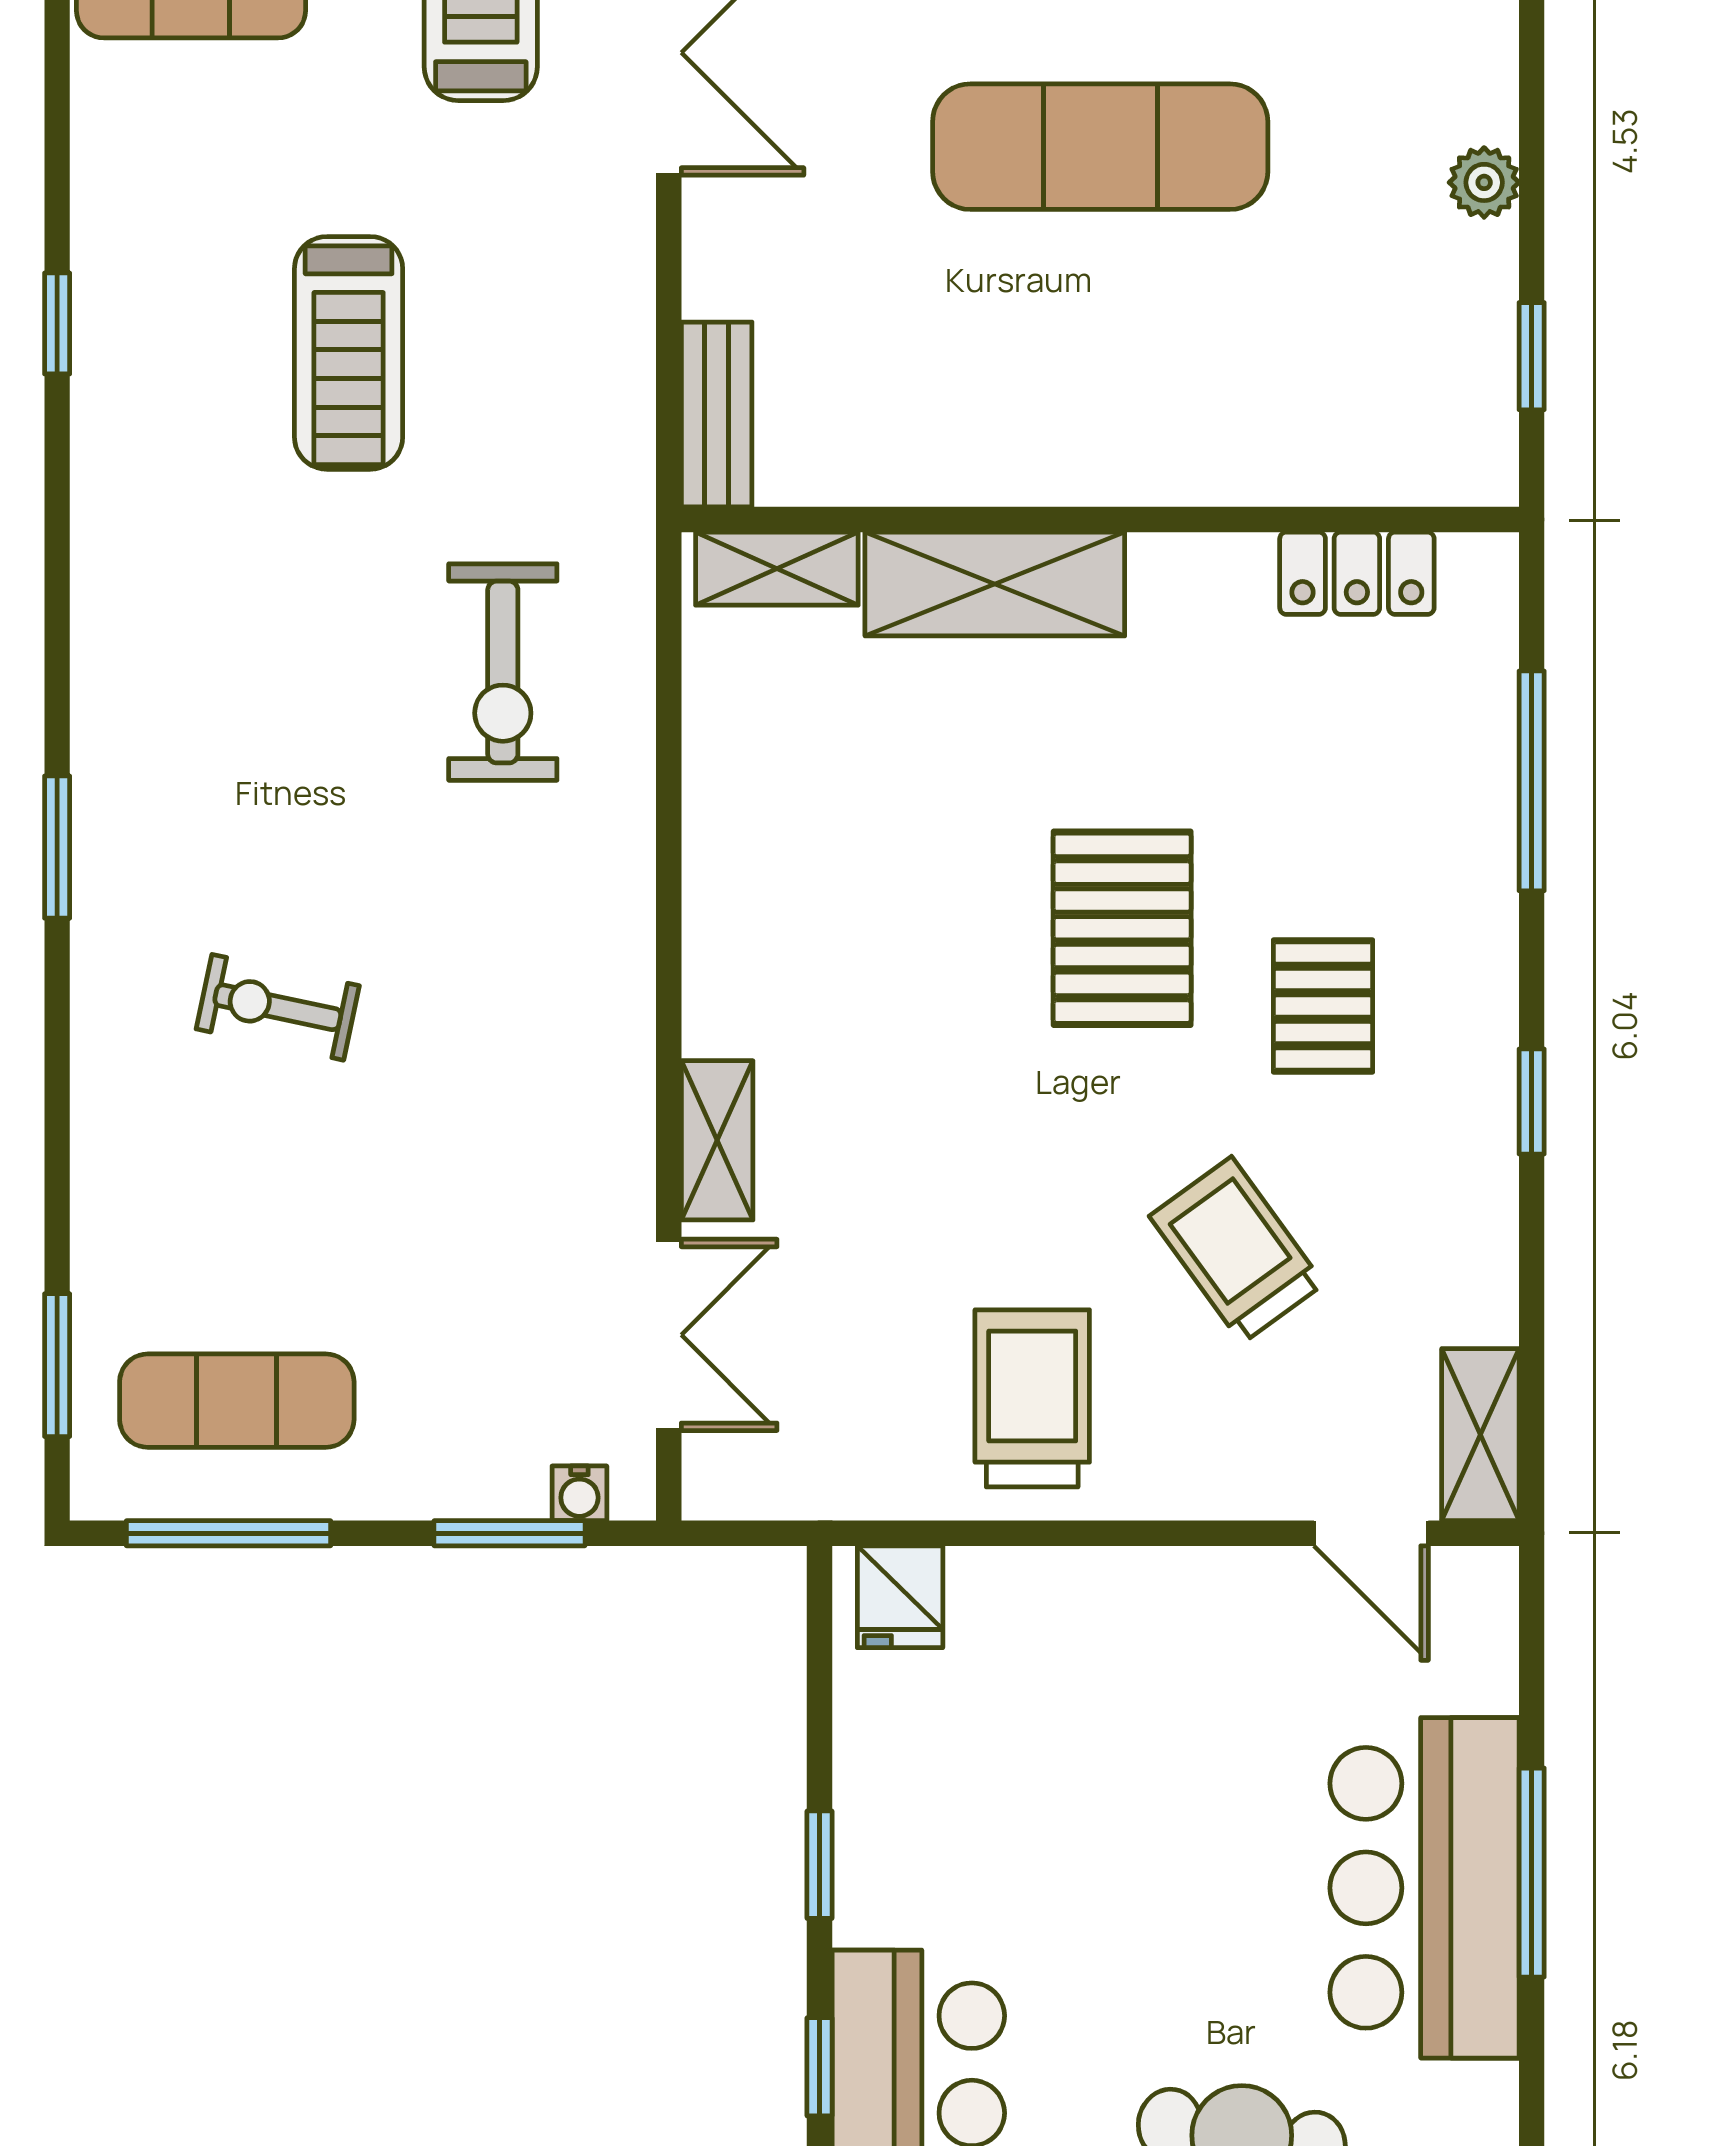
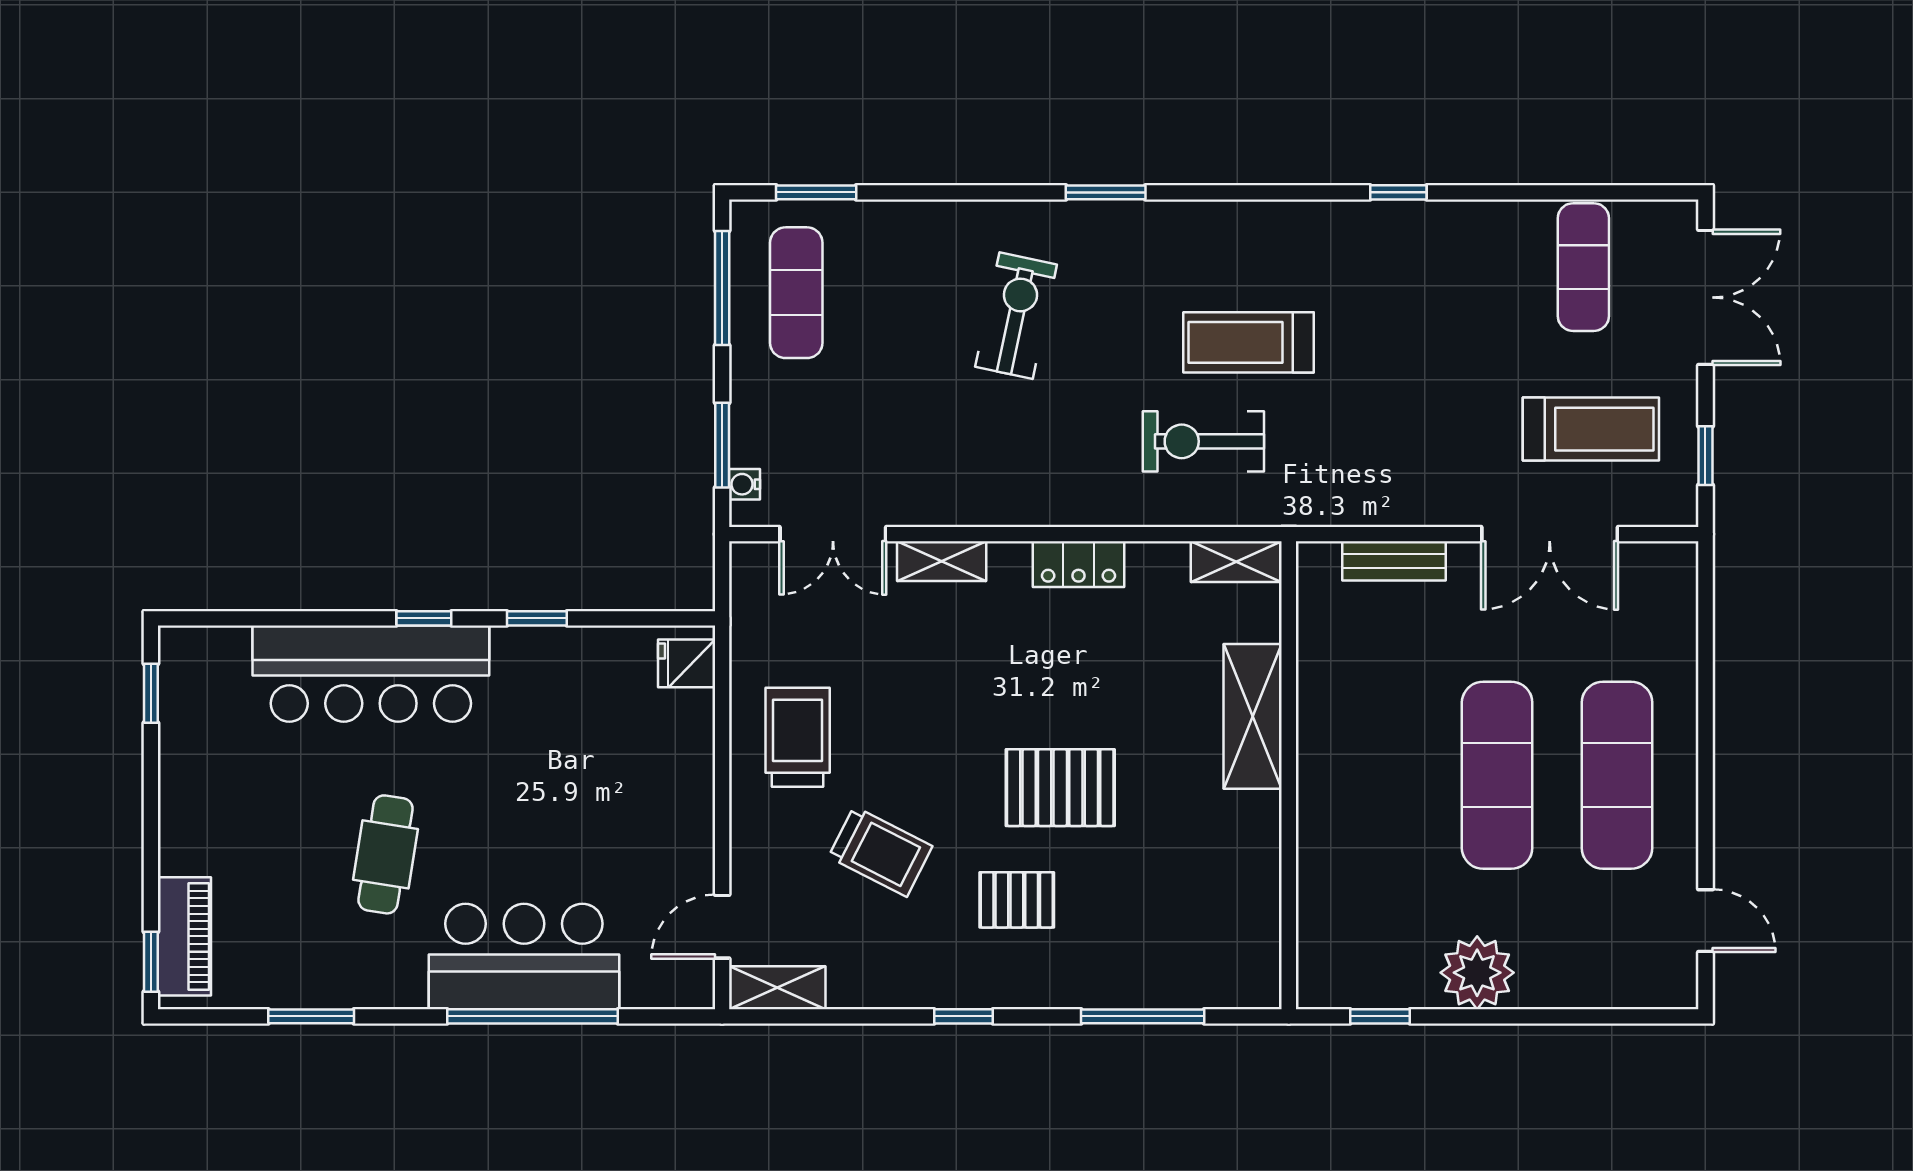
plant: (1484, 182) -> (1477, 973), width x1.88, depth x1.88
treadmill: (349, 353) -> (1249, 342), moved
bench: (717, 414) -> (1394, 561), moved
shelving: (777, 569) -> (1236, 562), moved, turned 90
locker: (1357, 573) -> (1078, 564), moved, turned -90
exercise bike: (278, 1007) -> (1016, 316), width x1.38, depth x1.39
trolley: (1237, 1250) -> (880, 852), turned 63
trolley: (1032, 1398) -> (798, 737), turned -90
window: (1532, 1873) -> (532, 1016), width x1.46

